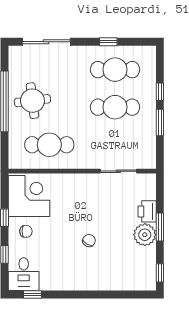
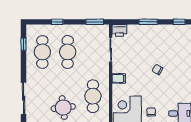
window: (108, 42) -> (24, 44), moved
window: (160, 123) -> (95, 22), moved
filing cabinet: (76, 183) -> (119, 78), added
printer: (147, 211) -> (119, 30), moved
plant: (145, 235) -> (153, 32), removed

